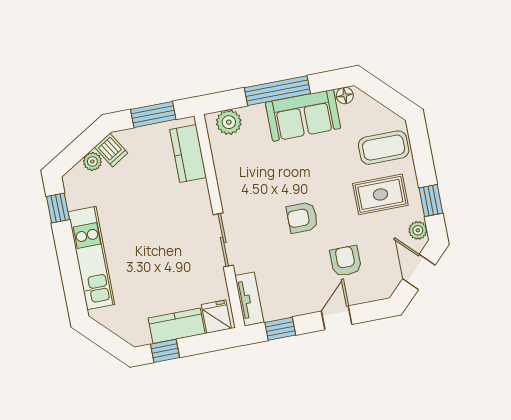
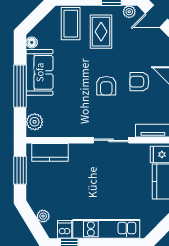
dishwasher: (111, 150) -> (65, 229), moved, turned -59
armchair: (346, 261) -> (139, 82), moved

